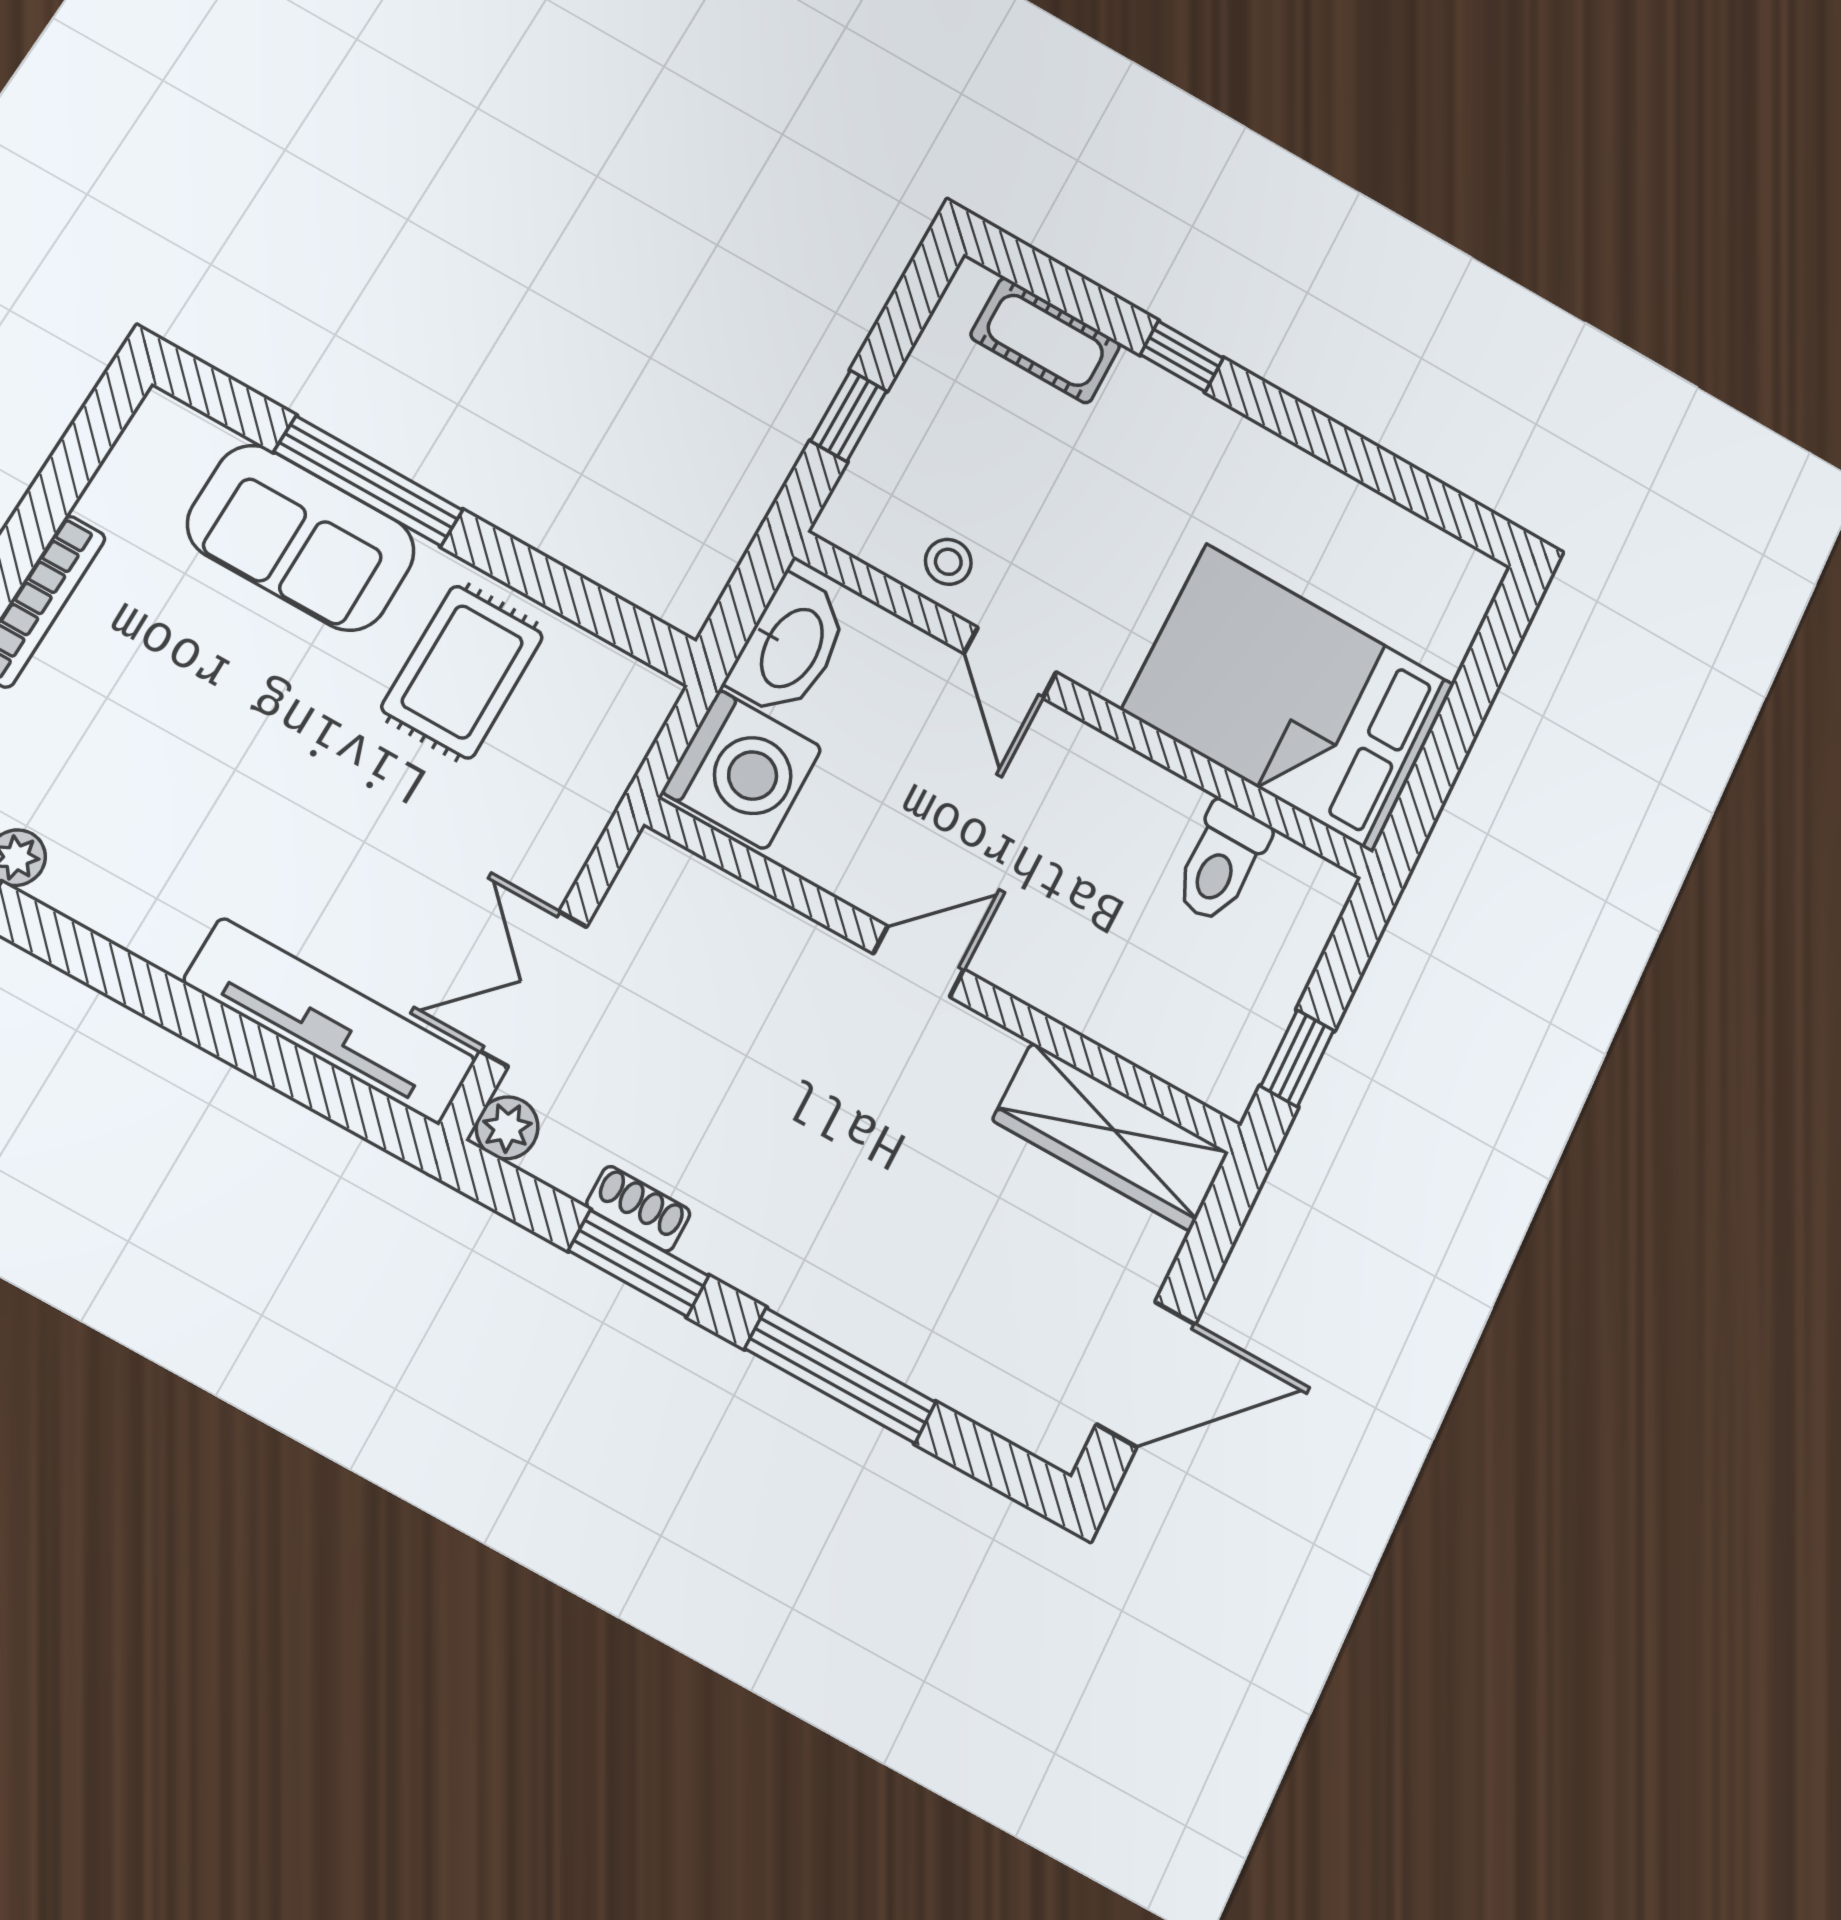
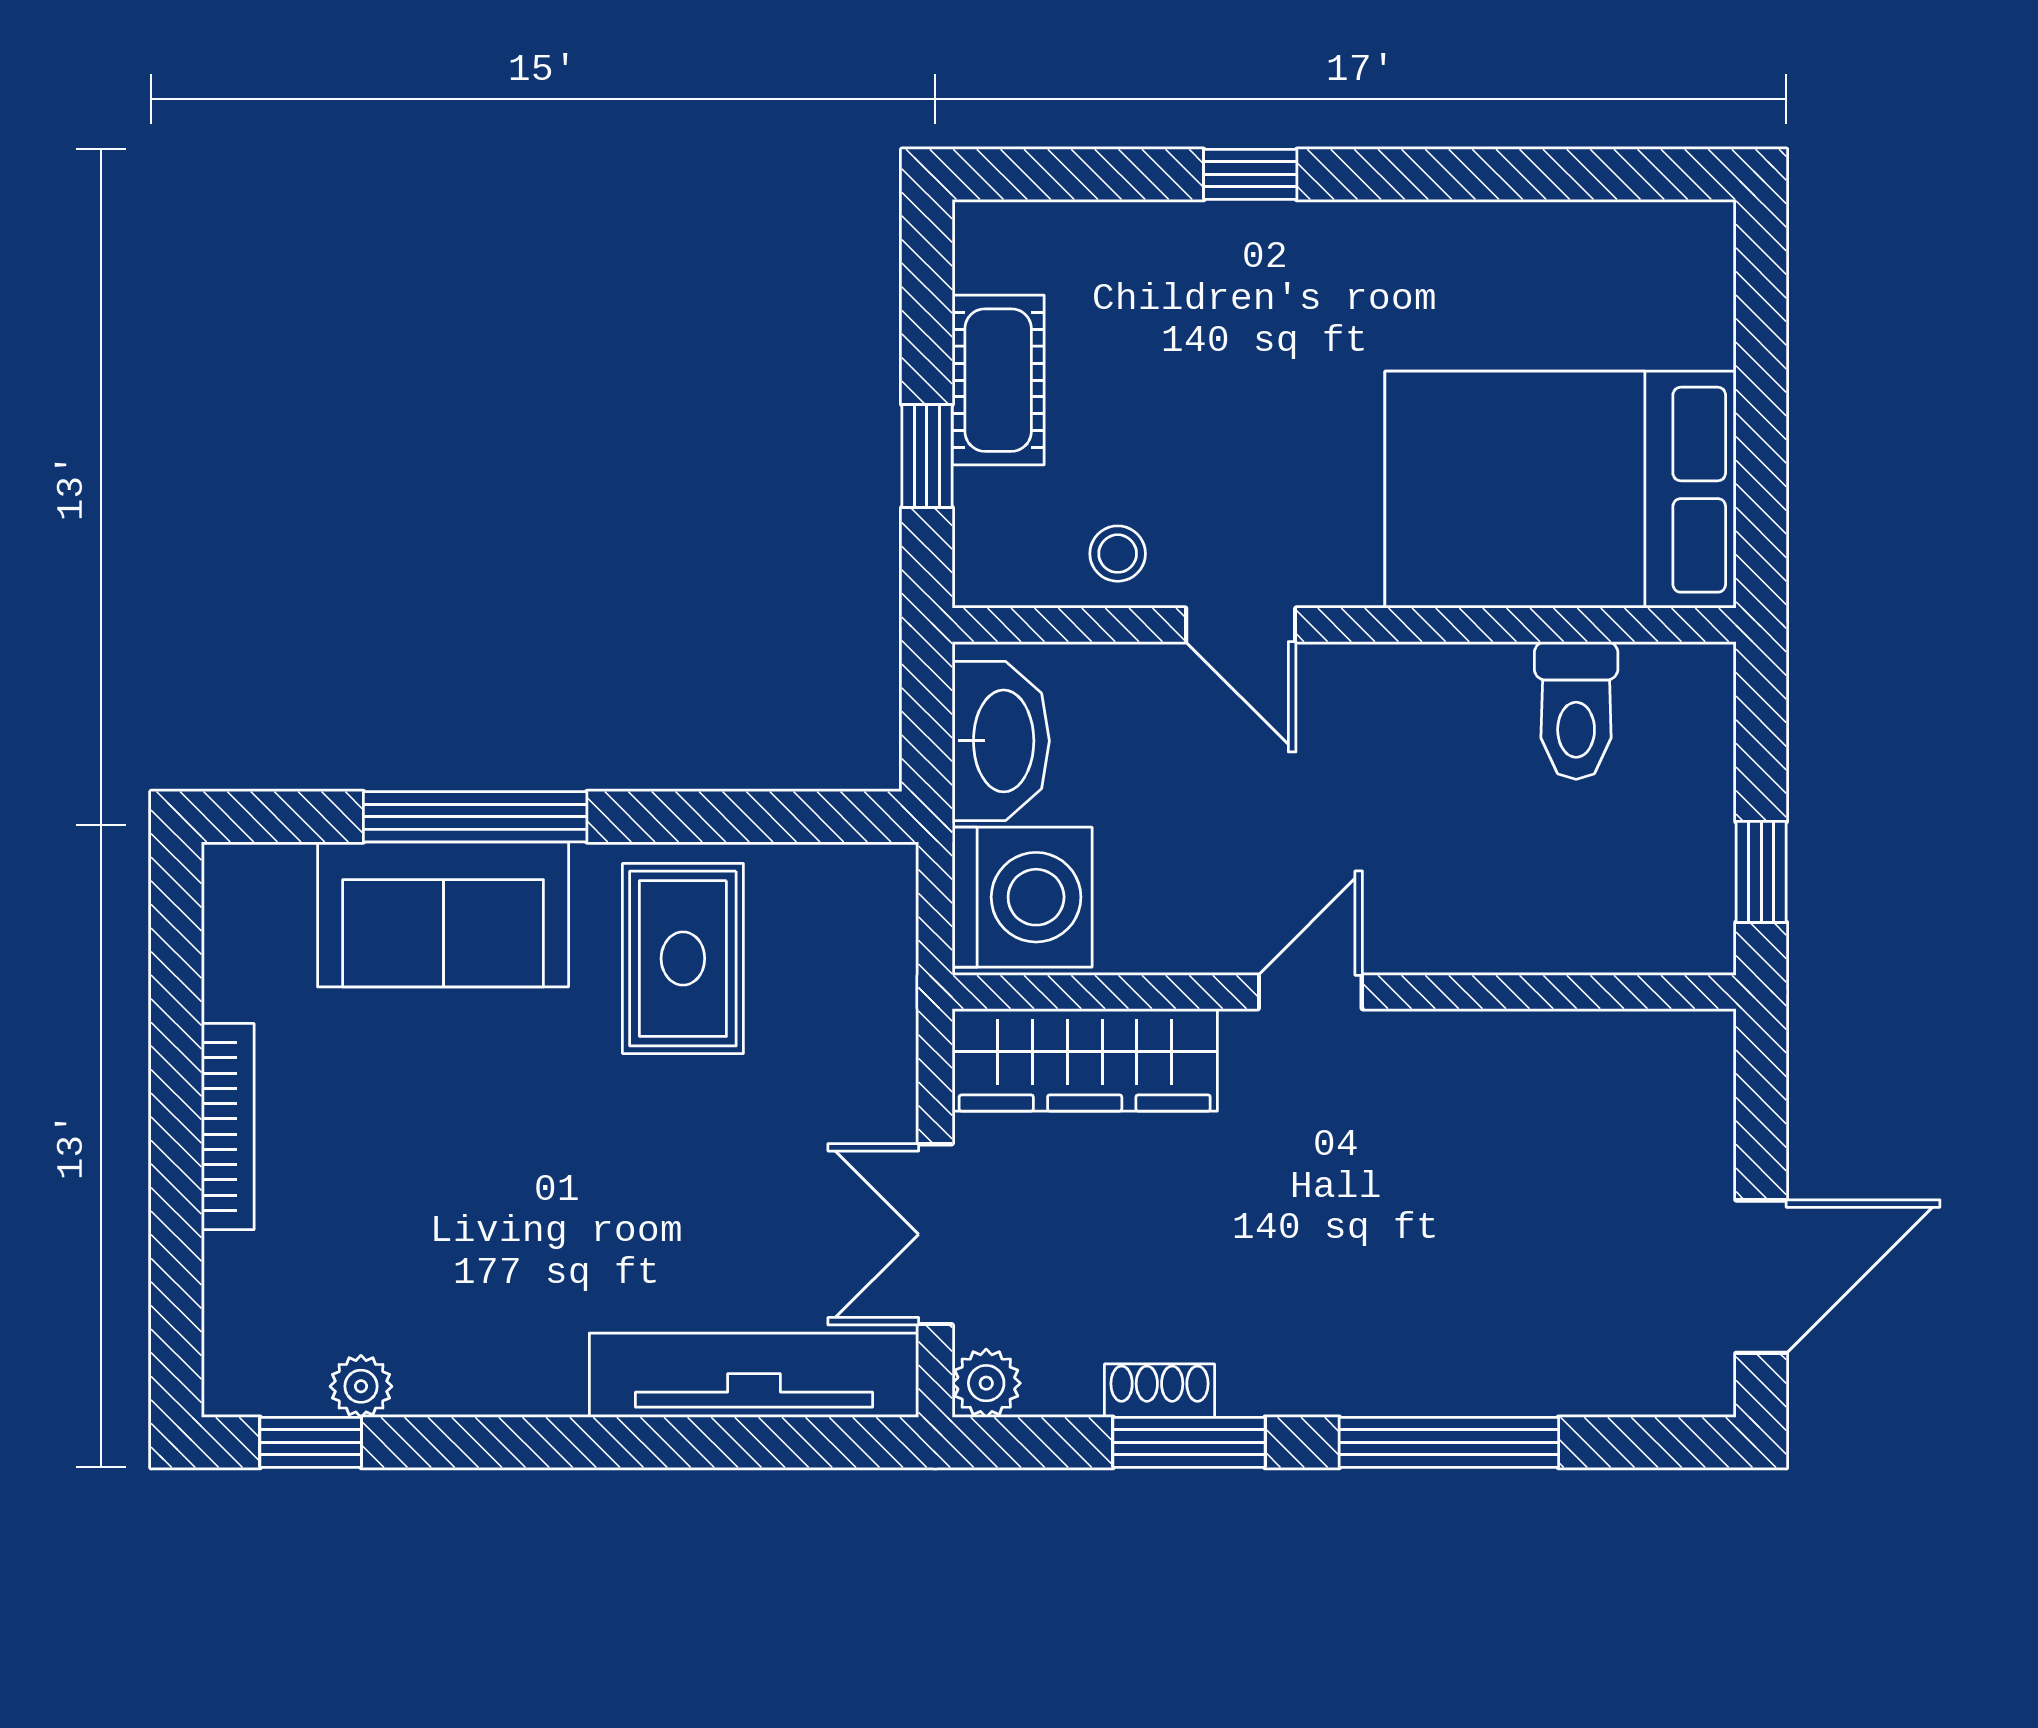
cot: (1045, 340) -> (998, 380), moved, turned 90
wardrobe: (1111, 1136) -> (1085, 1060), moved

